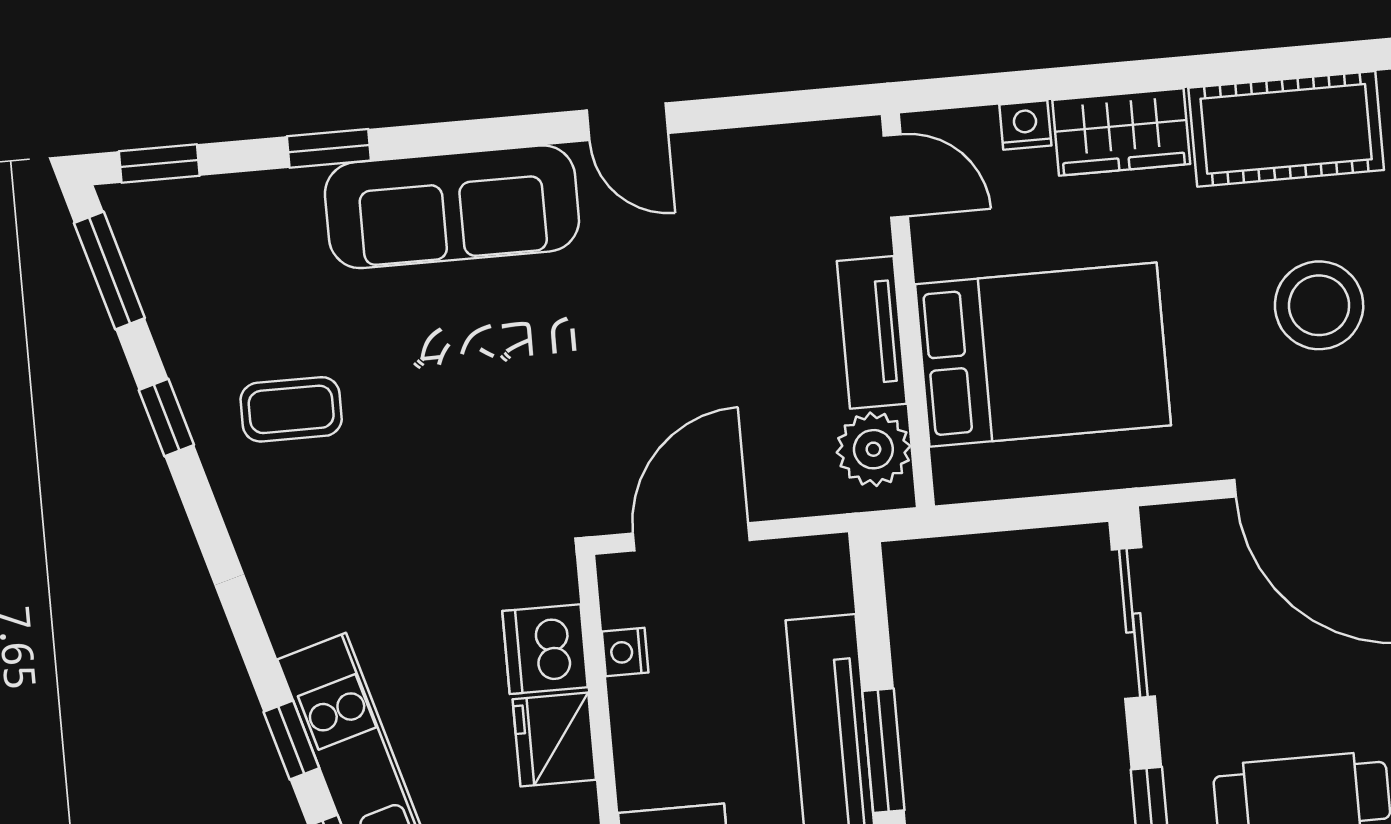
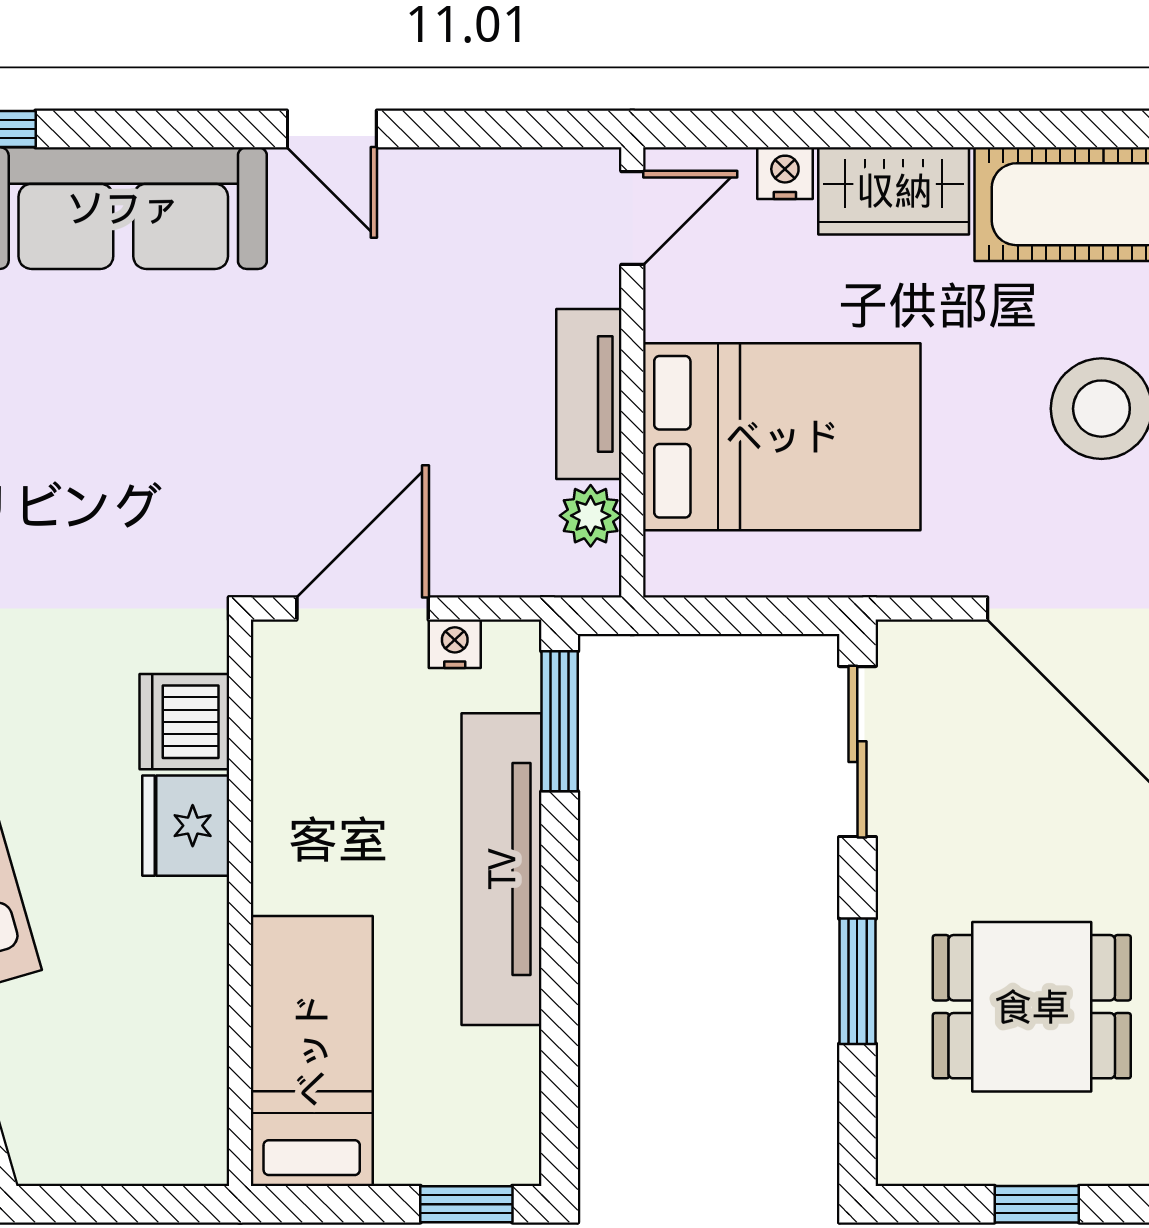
door: (896, 176) -> (632, 218), hinge flipped
plant: (873, 449) -> (591, 516), width x0.73, depth x0.73
nightstand: (625, 652) -> (455, 644), moved, turned 90
window: (883, 751) -> (560, 721), moved

